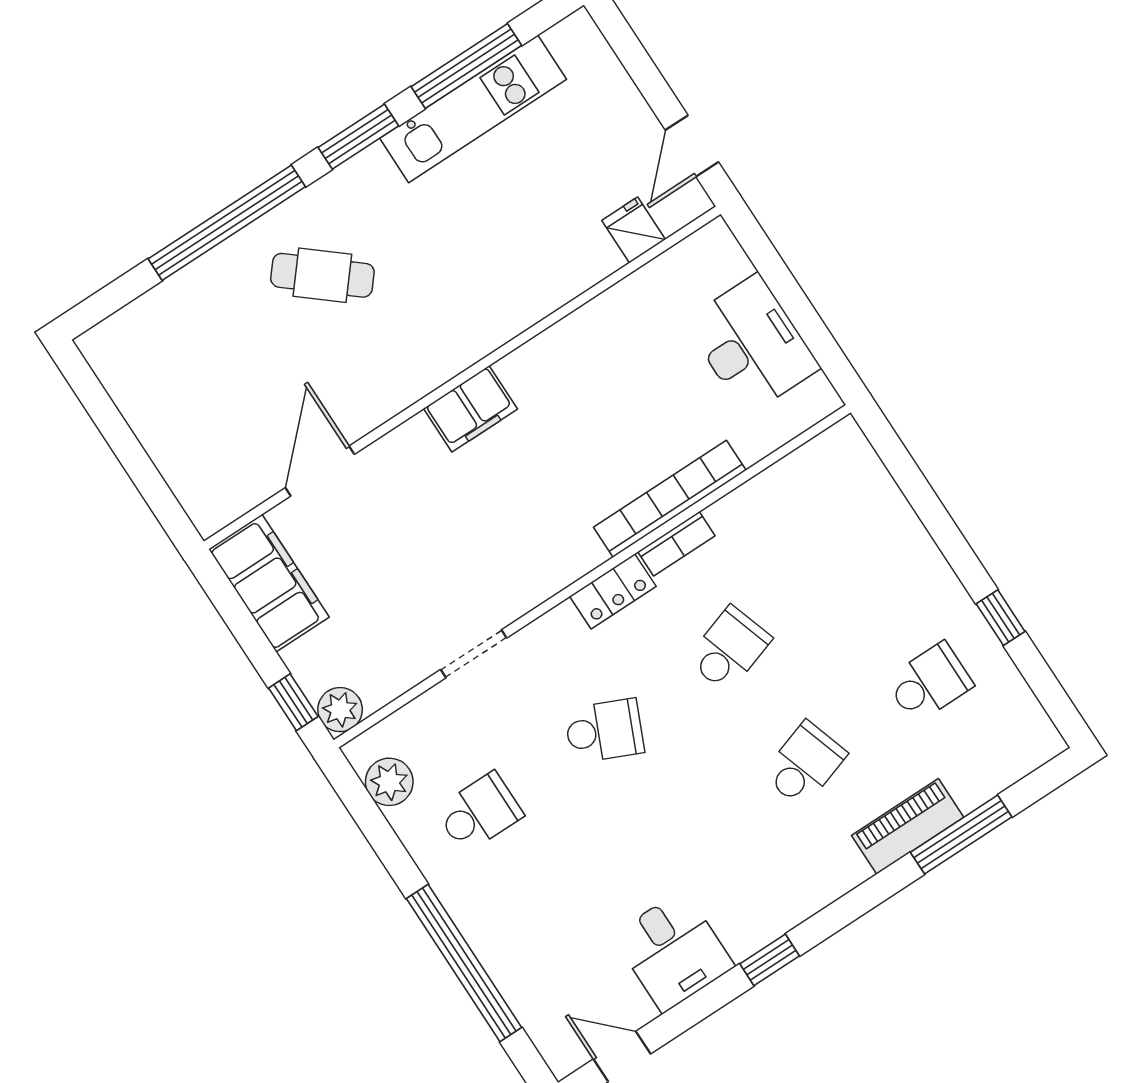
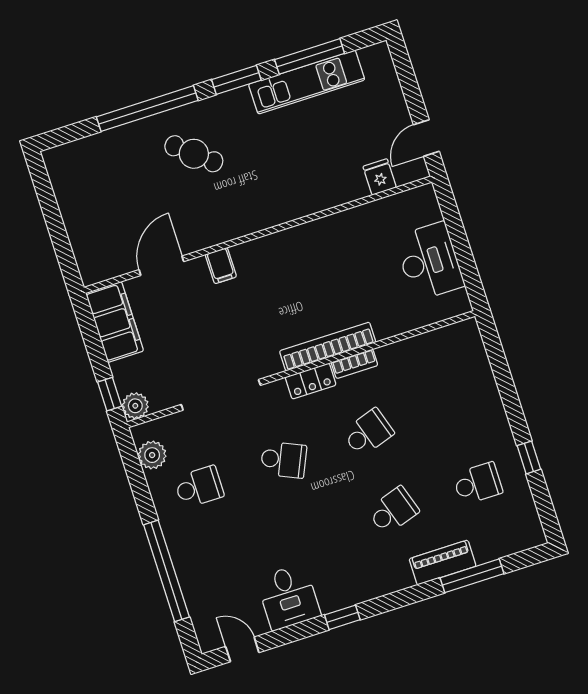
filing cabinet: (470, 409) -> (221, 266), moved, width x0.50
bookcase: (670, 499) -> (328, 347), moved
doorway: (474, 654) -> (221, 395), width x1.88

